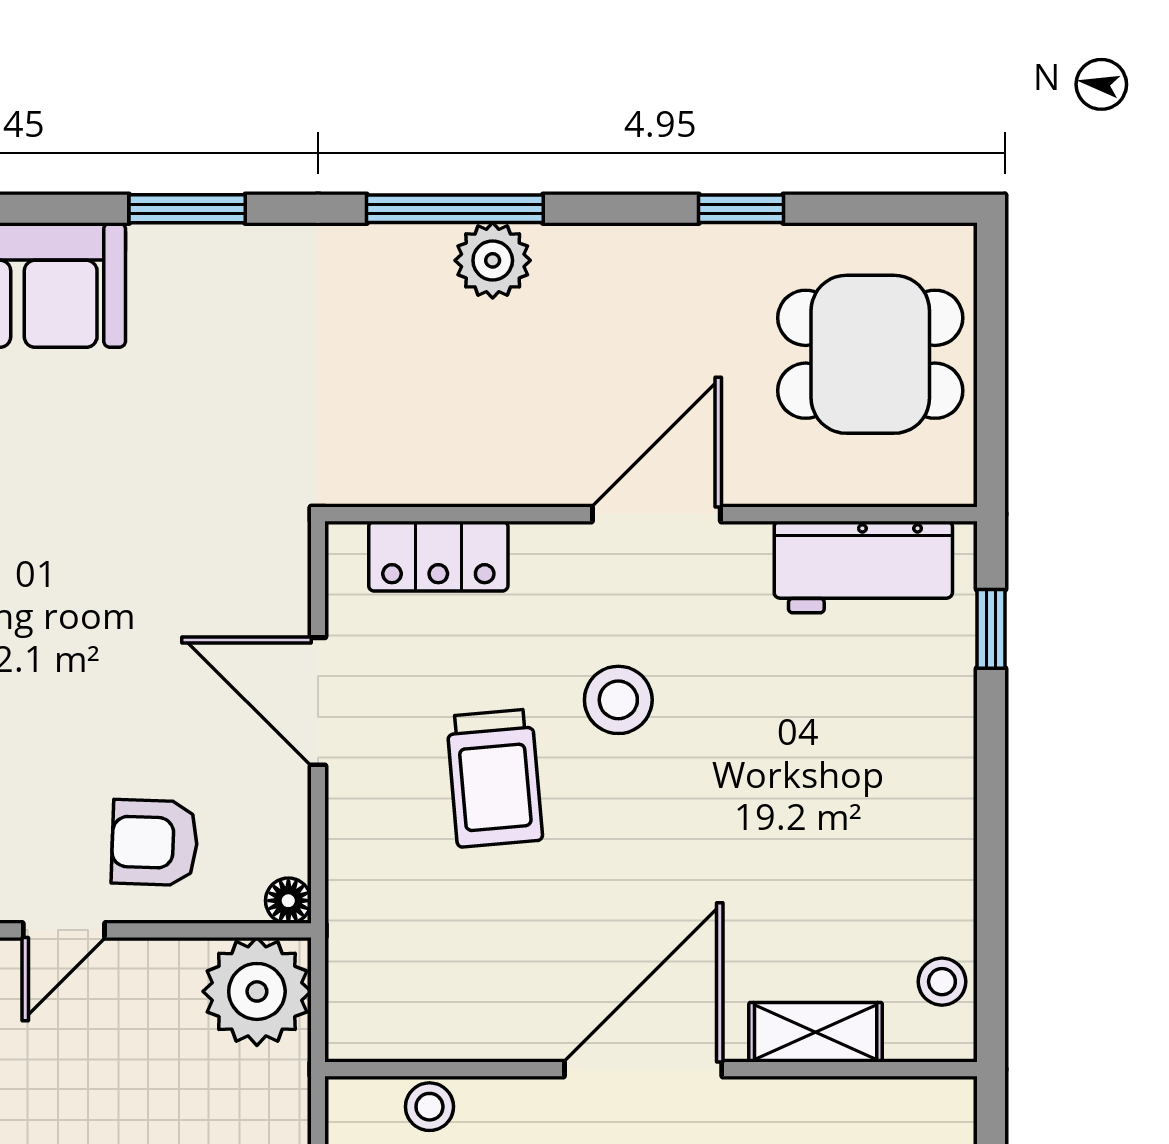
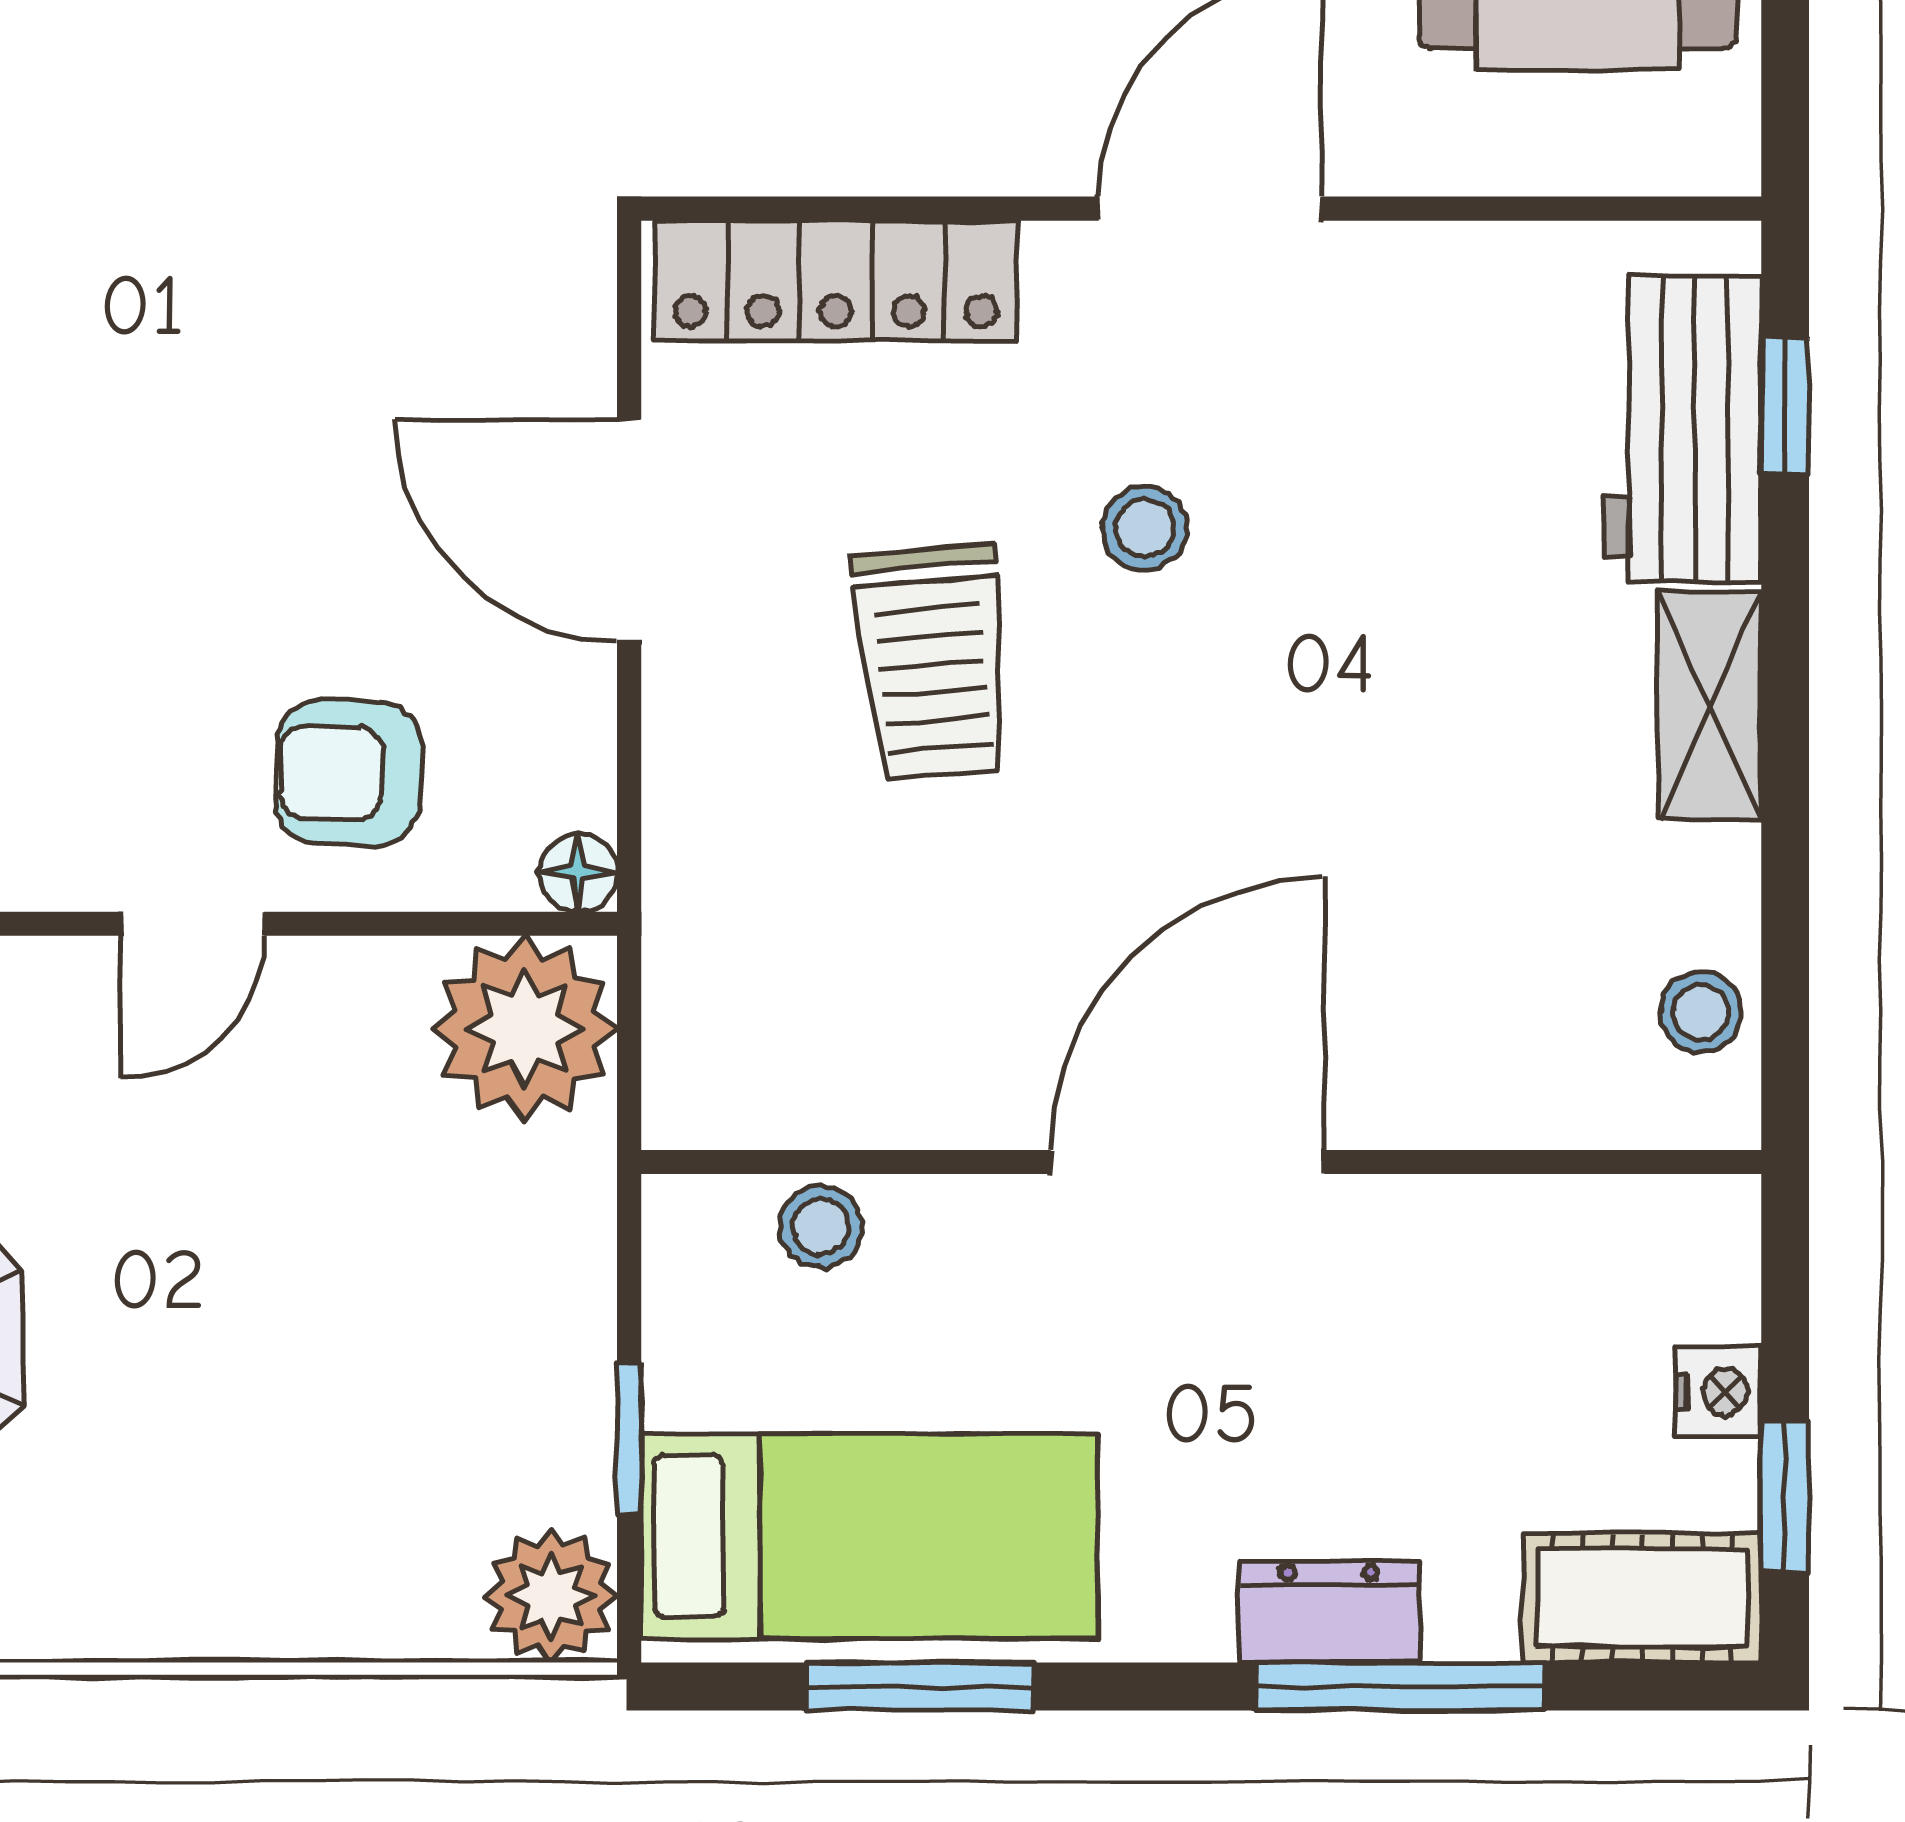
locker: (438, 556) -> (836, 281), width x1.53
workbench: (863, 567) -> (1682, 429), moved, turned 90
stool: (618, 700) -> (1145, 528), width x0.73, depth x0.73
shelving: (816, 1032) -> (1710, 705), moved, turned 90

